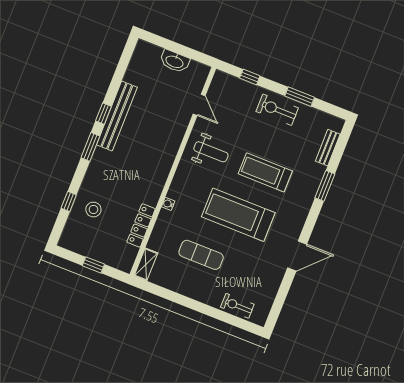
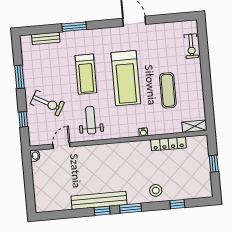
washbasin: (175, 61) -> (35, 156), moved, width x0.52, depth x0.69
exercise bike: (277, 110) -> (47, 103), moved, turned -61
stool: (93, 210) -> (156, 190), moved

